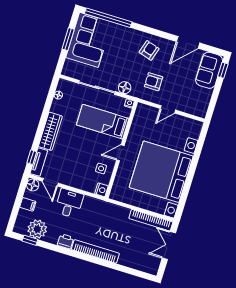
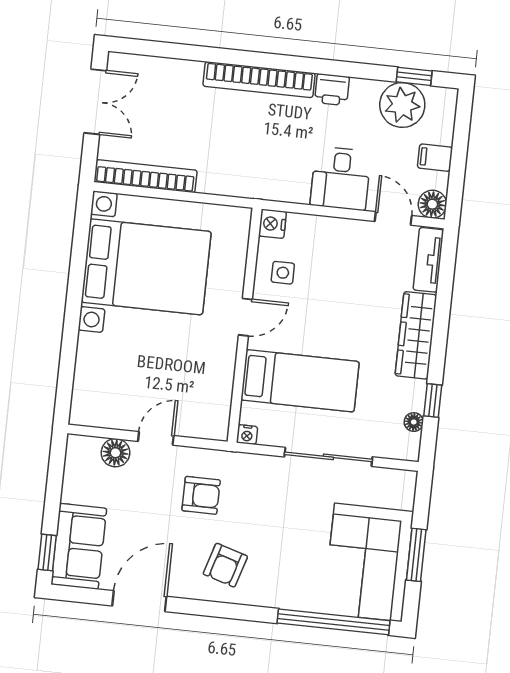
floor lamp: (125, 88) -> (115, 453), moved
window: (32, 157) -> (433, 400), moved
bed with nightstands: (161, 172) -> (146, 267), width x0.73
double door: (169, 246) -> (95, 102), moved

